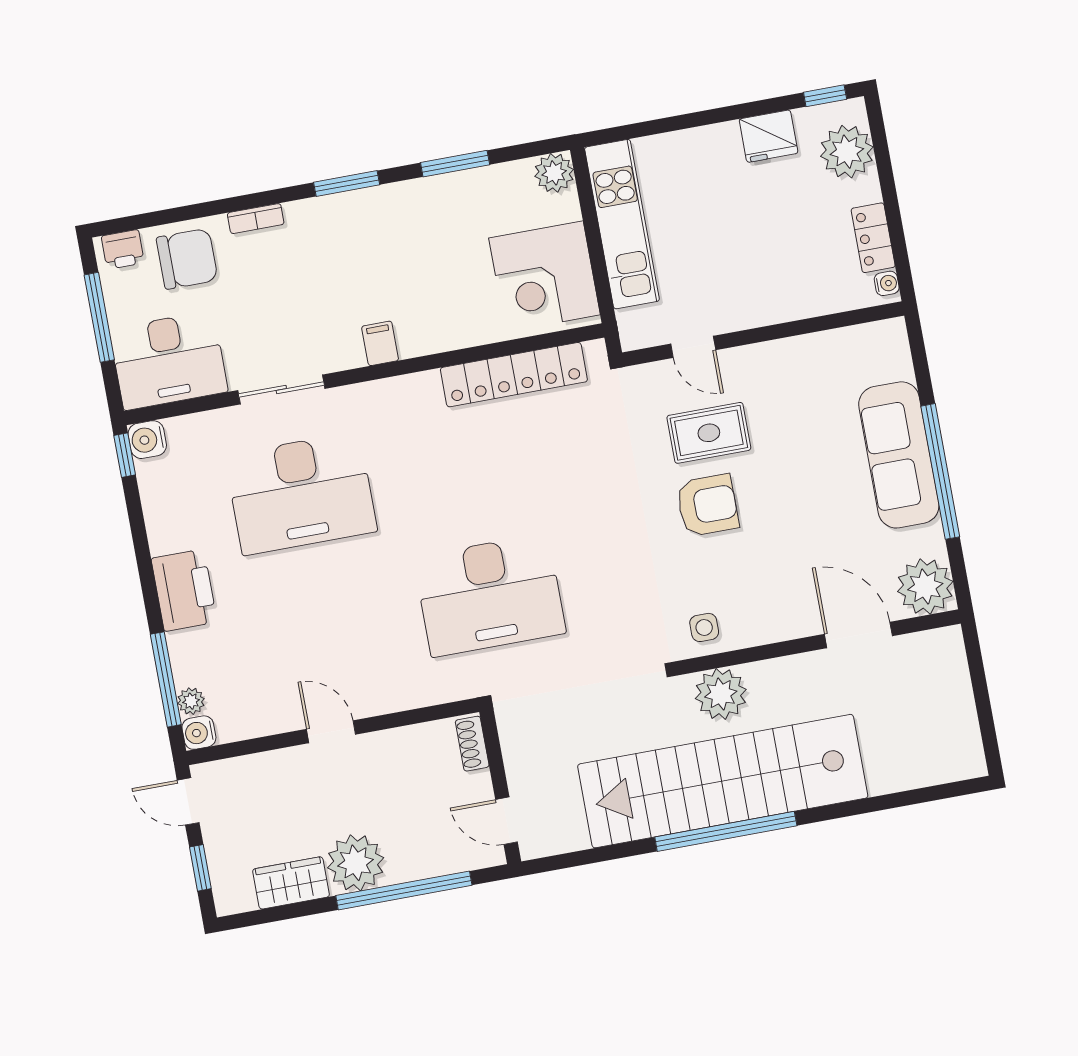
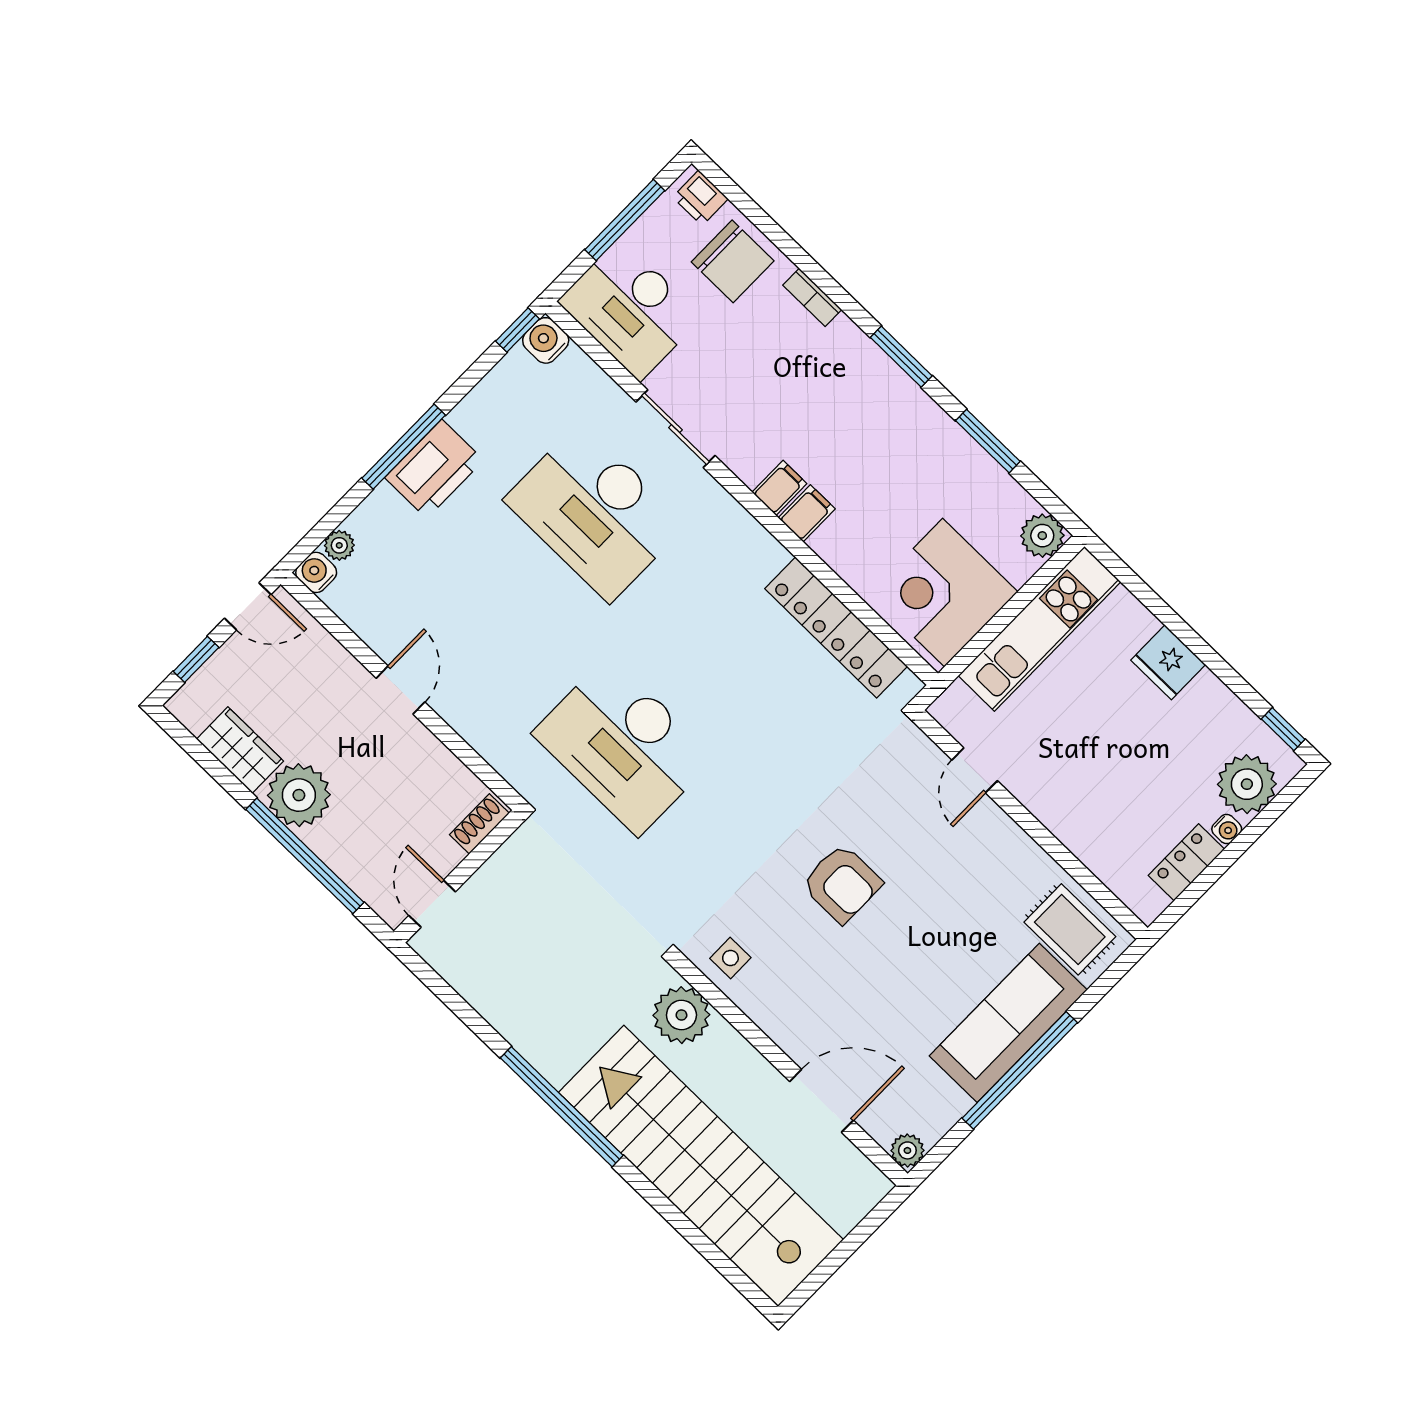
fridge: (769, 136) -> (1168, 662), moved
water cooler: (887, 283) -> (1227, 829), moved
filing cabinet: (413, 336) -> (807, 513), added
rug: (709, 433) -> (1070, 929), moved
plant: (925, 587) -> (907, 1150), width x0.53, depth x0.53
door: (858, 635) -> (822, 1101), hinge flipped
window: (166, 679) -> (404, 447), moved
stairs: (723, 781) -> (701, 1166), moved
door: (188, 801) -> (248, 606), swing flipped

